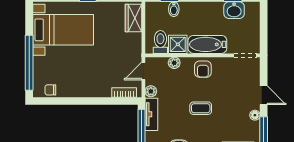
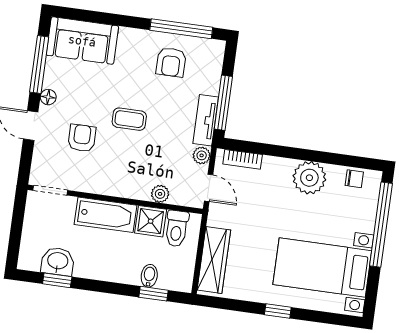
wardrobe: (134, 18) -> (214, 260), width x1.50
armchair: (203, 69) -> (82, 138), moved
door: (143, 71) -> (209, 188), hinge flipped
plant: (79, 87) -> (309, 178), added

